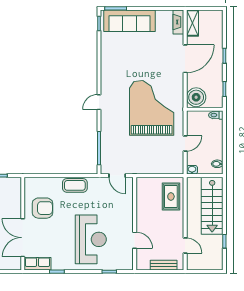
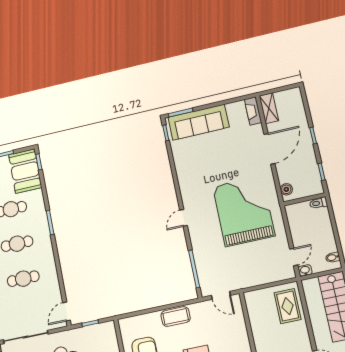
boiler: (196, 97) -> (286, 189), width x0.54, depth x0.54
door: (185, 143) -> (294, 257), moved

